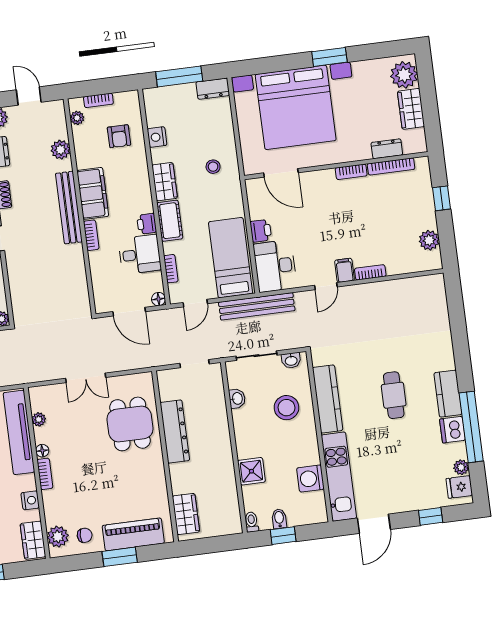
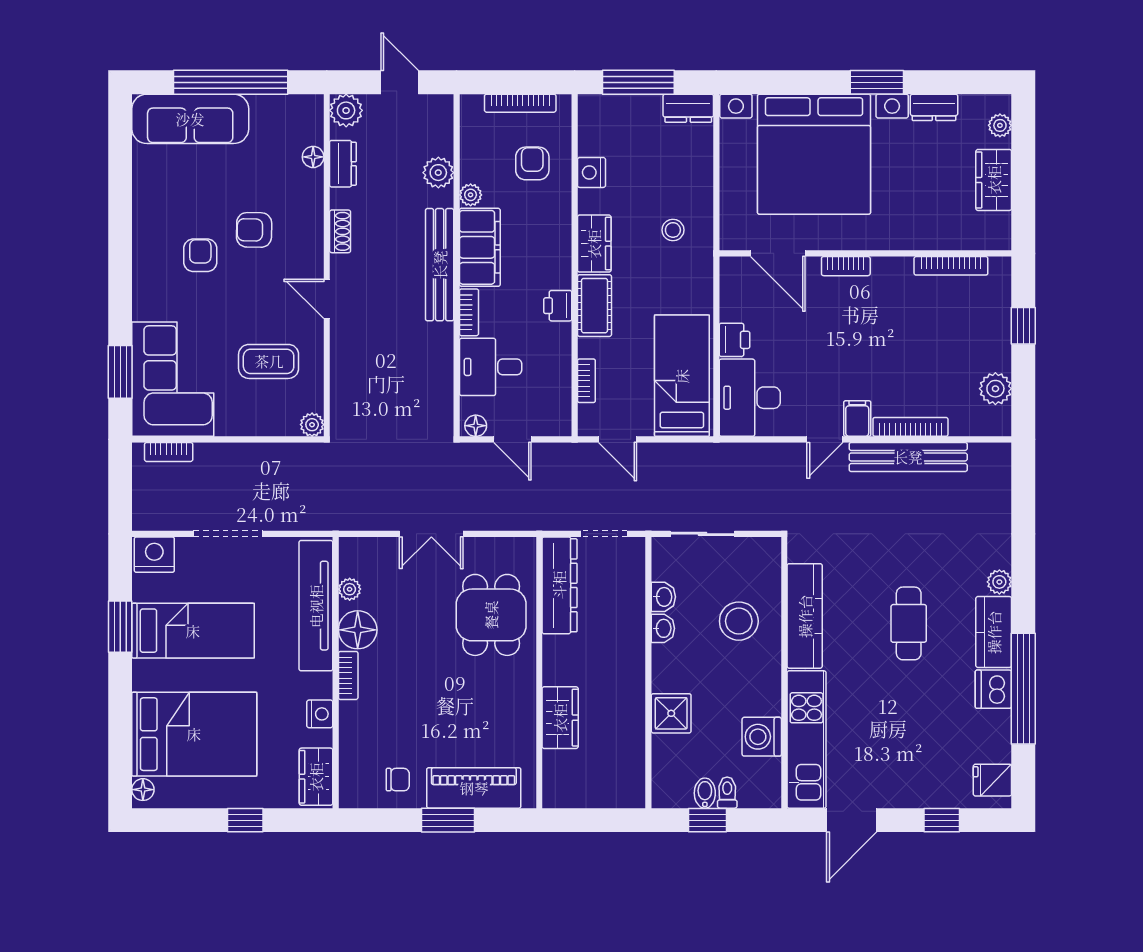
plant: (404, 75) -> (1000, 125), width x0.53, depth x0.53
bookcase: (98, 100) -> (520, 103), width x1.56
plant: (77, 118) -> (471, 195), moved
armchair: (119, 136) -> (532, 163), turned 180
dresser: (387, 149) -> (934, 107), moved, turned 180
bookcase: (351, 172) -> (846, 266), moved
desk: (140, 254) -> (491, 367), moved, turned 180
bookcase: (370, 272) -> (910, 427), width x1.56
floor lamp: (159, 299) -> (476, 426), moved
door: (195, 303) -> (618, 439), hinge flipped
bench: (257, 306) -> (908, 457), moved
door: (129, 312) -> (512, 439), width x0.73
washbasin: (291, 360) -> (663, 628), moved, turned -90
dresser: (175, 432) -> (559, 585), moved
floor lamp: (42, 451) -> (358, 630), width x1.89, depth x1.89
plant: (461, 467) -> (999, 582), moved
wardrobe: (186, 514) -> (560, 718), moved
toilet: (252, 522) -> (727, 793), moved
plant: (58, 537) -> (356, 776), removed

